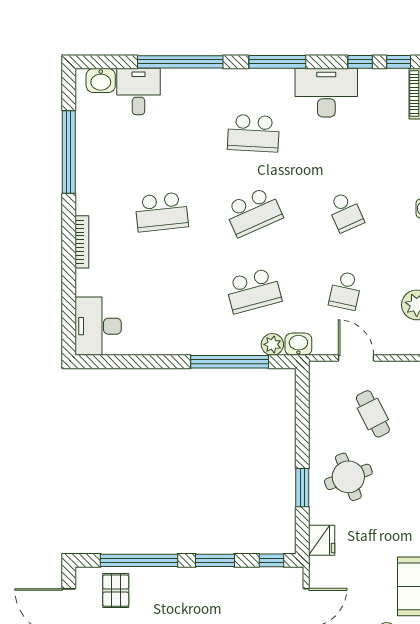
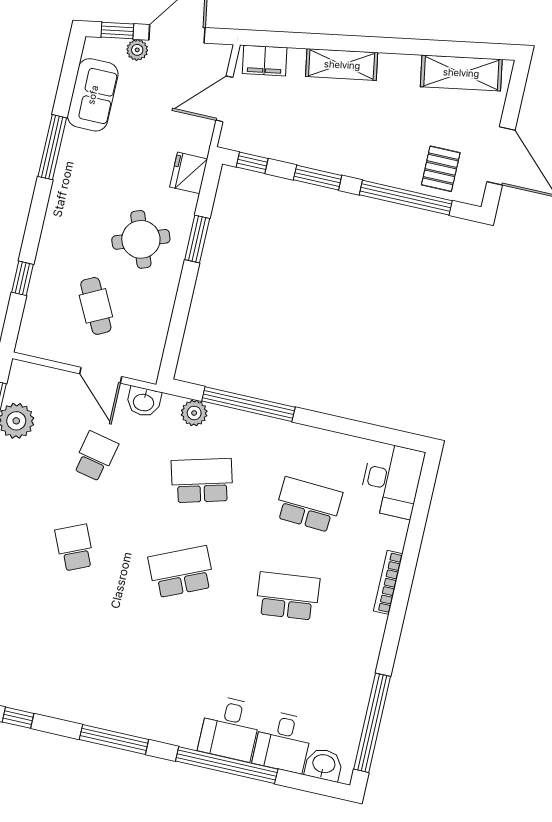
desk: (326, 93) -> (230, 728), moved, width x0.73
school desk: (253, 133) -> (308, 505), moved
window: (69, 152) -> (372, 723), moved
washbasin: (298, 344) -> (144, 402), moved

